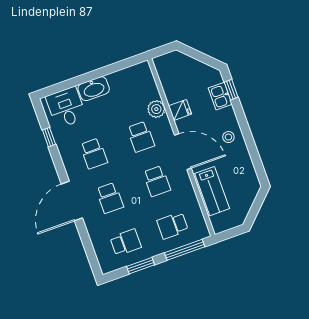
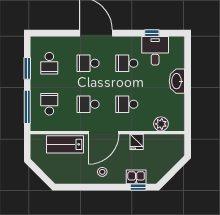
desk: (66, 107) -> (155, 51), moved, turned -90
plant: (156, 109) -> (161, 124), moved

